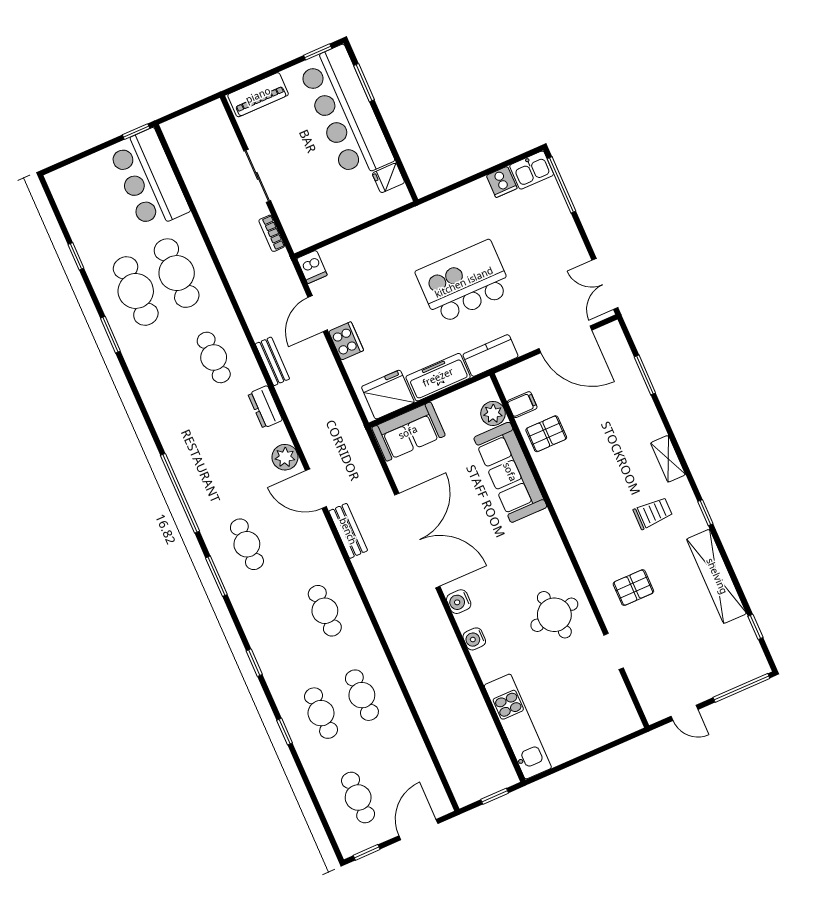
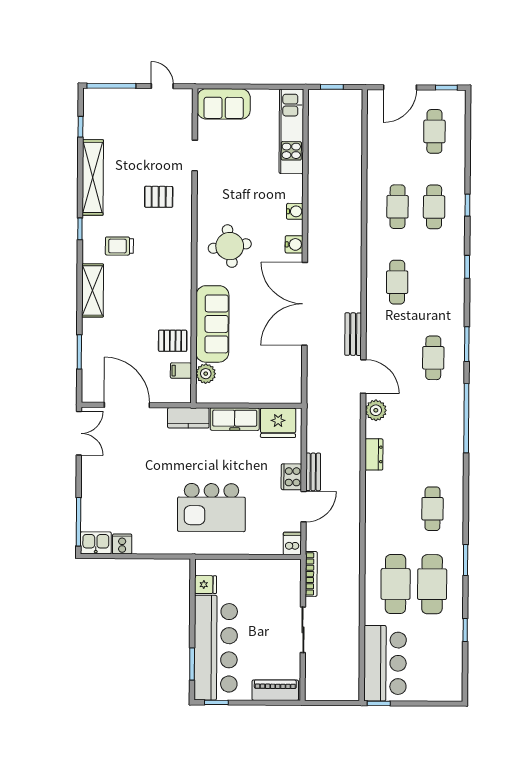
bookcase: (272, 233) -> (311, 574), width x1.56
kitchen island: (464, 282) -> (211, 508), moved
cafe table: (214, 357) -> (432, 509), moved
bench: (272, 361) -> (313, 472), moved
sofa: (408, 432) -> (224, 104), moved, turned 180
shelving: (668, 459) -> (93, 290), width x1.50, depth x1.33
round table: (554, 615) -> (230, 246), moved

